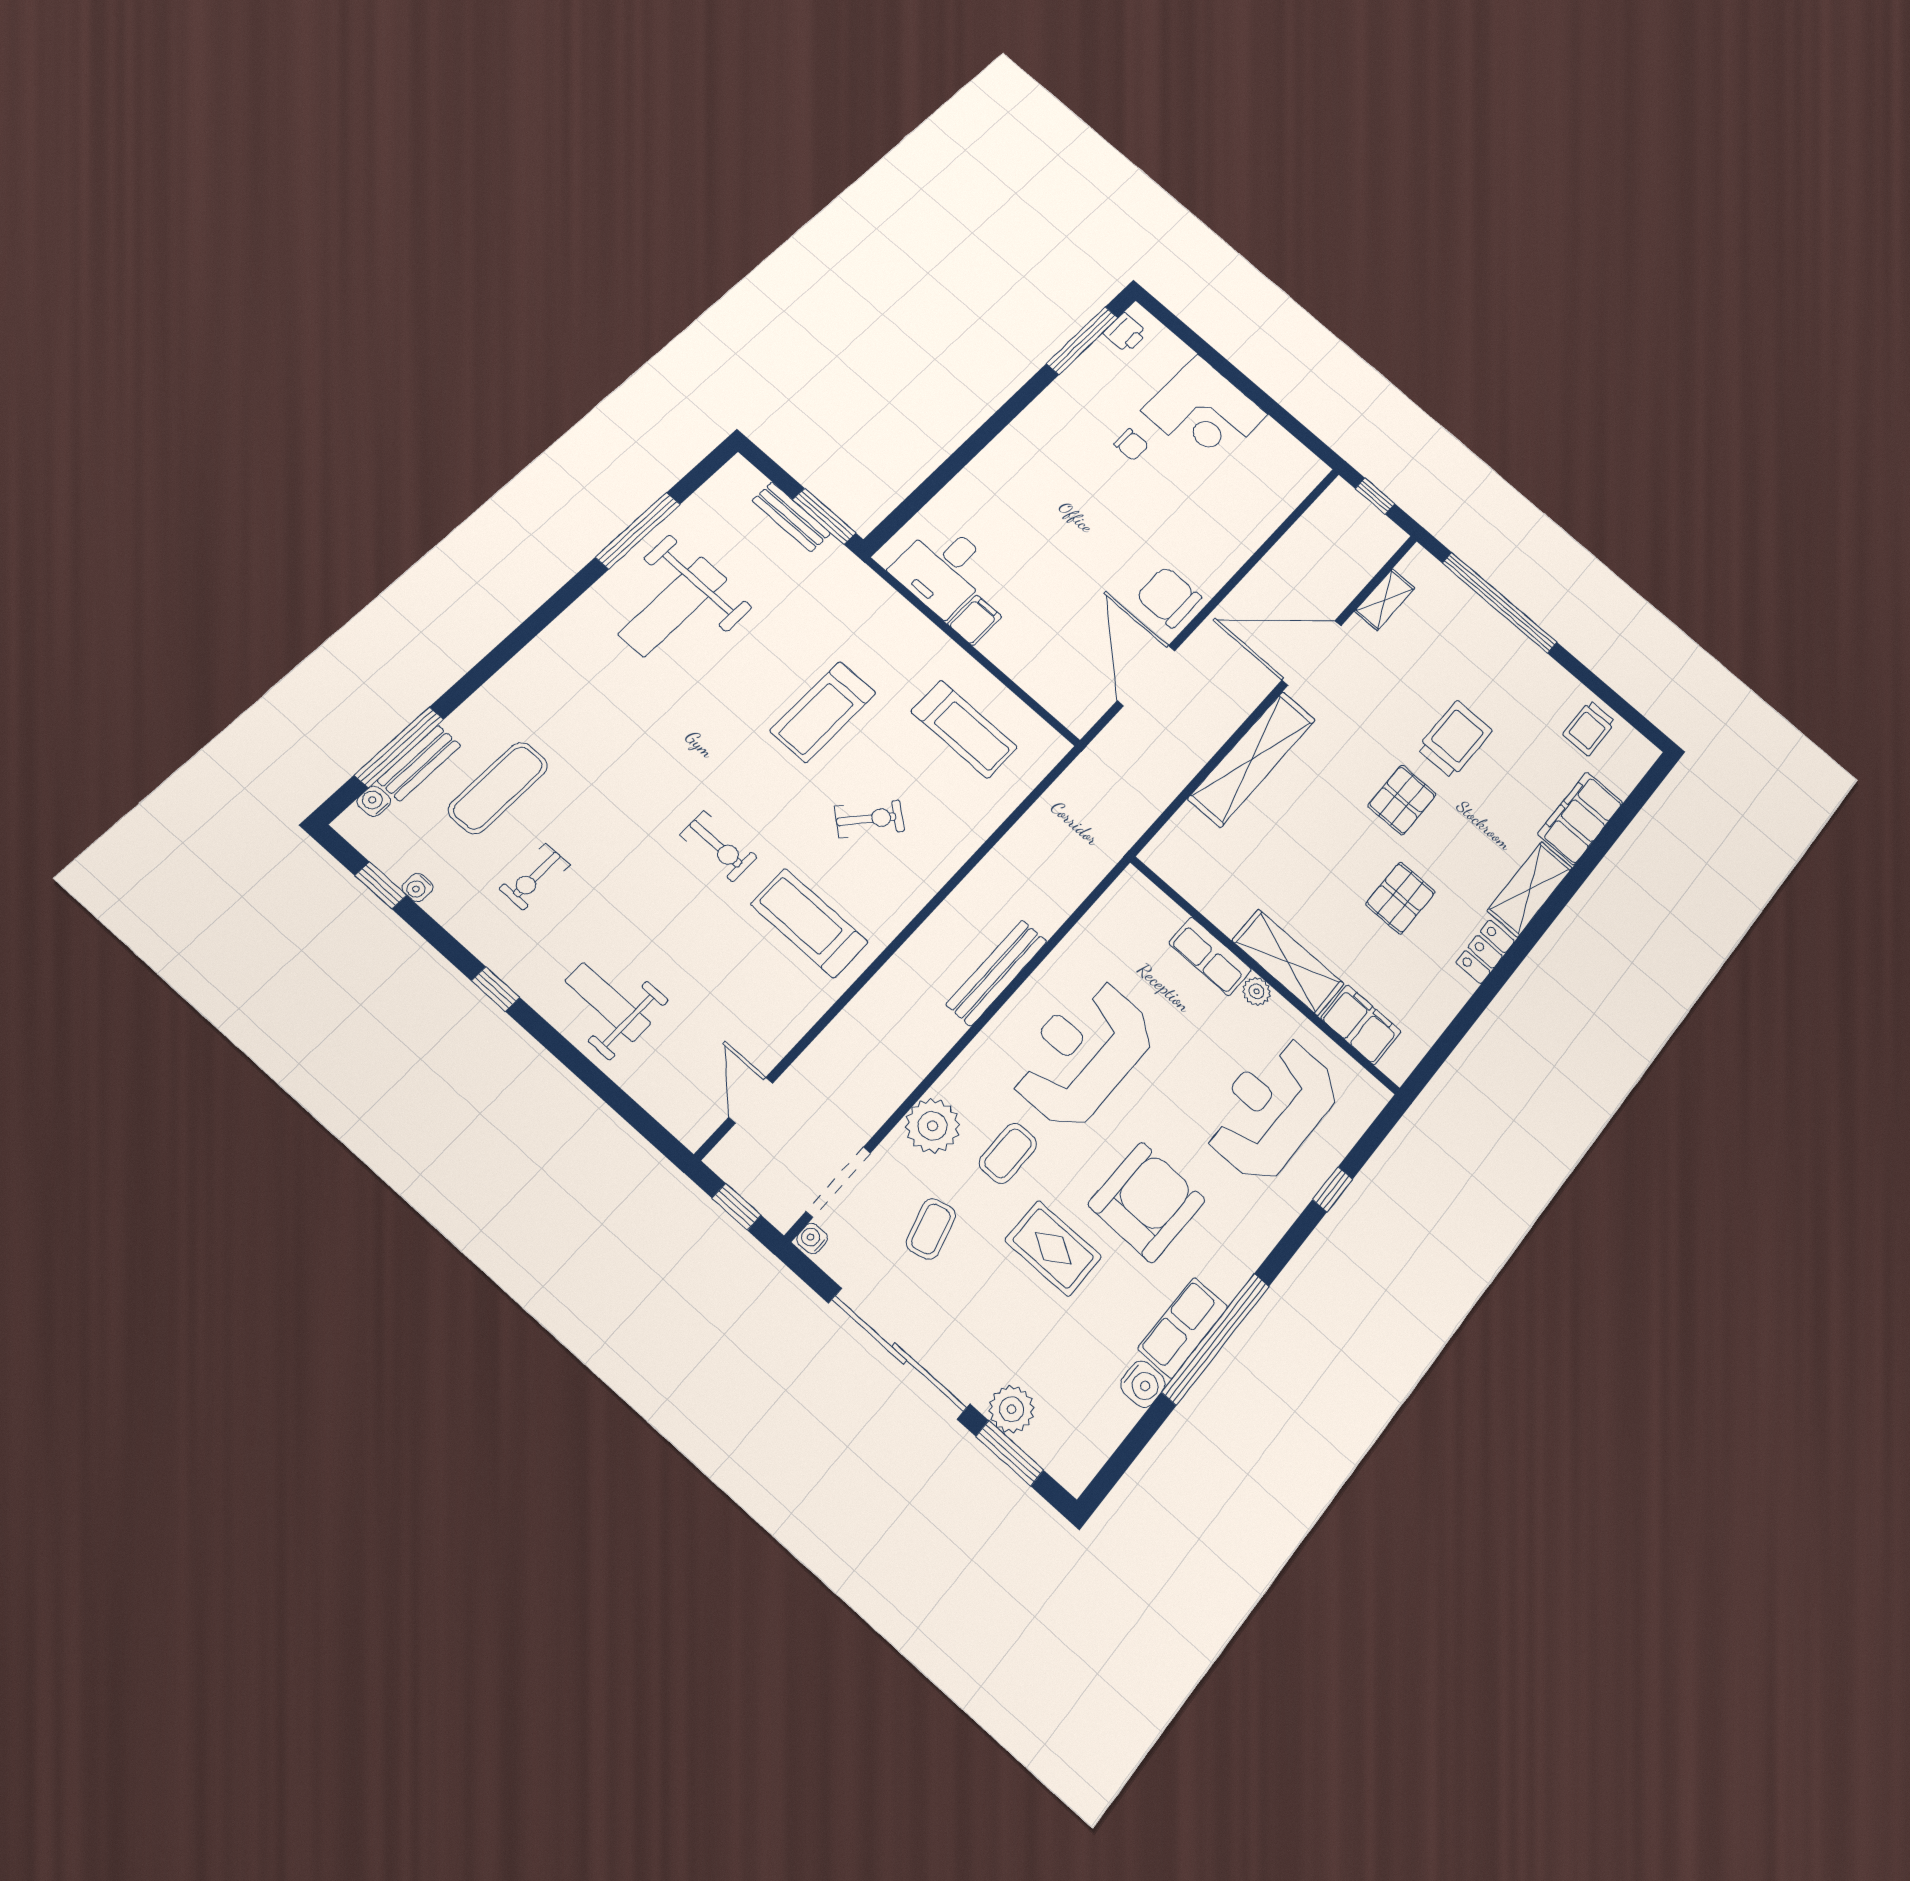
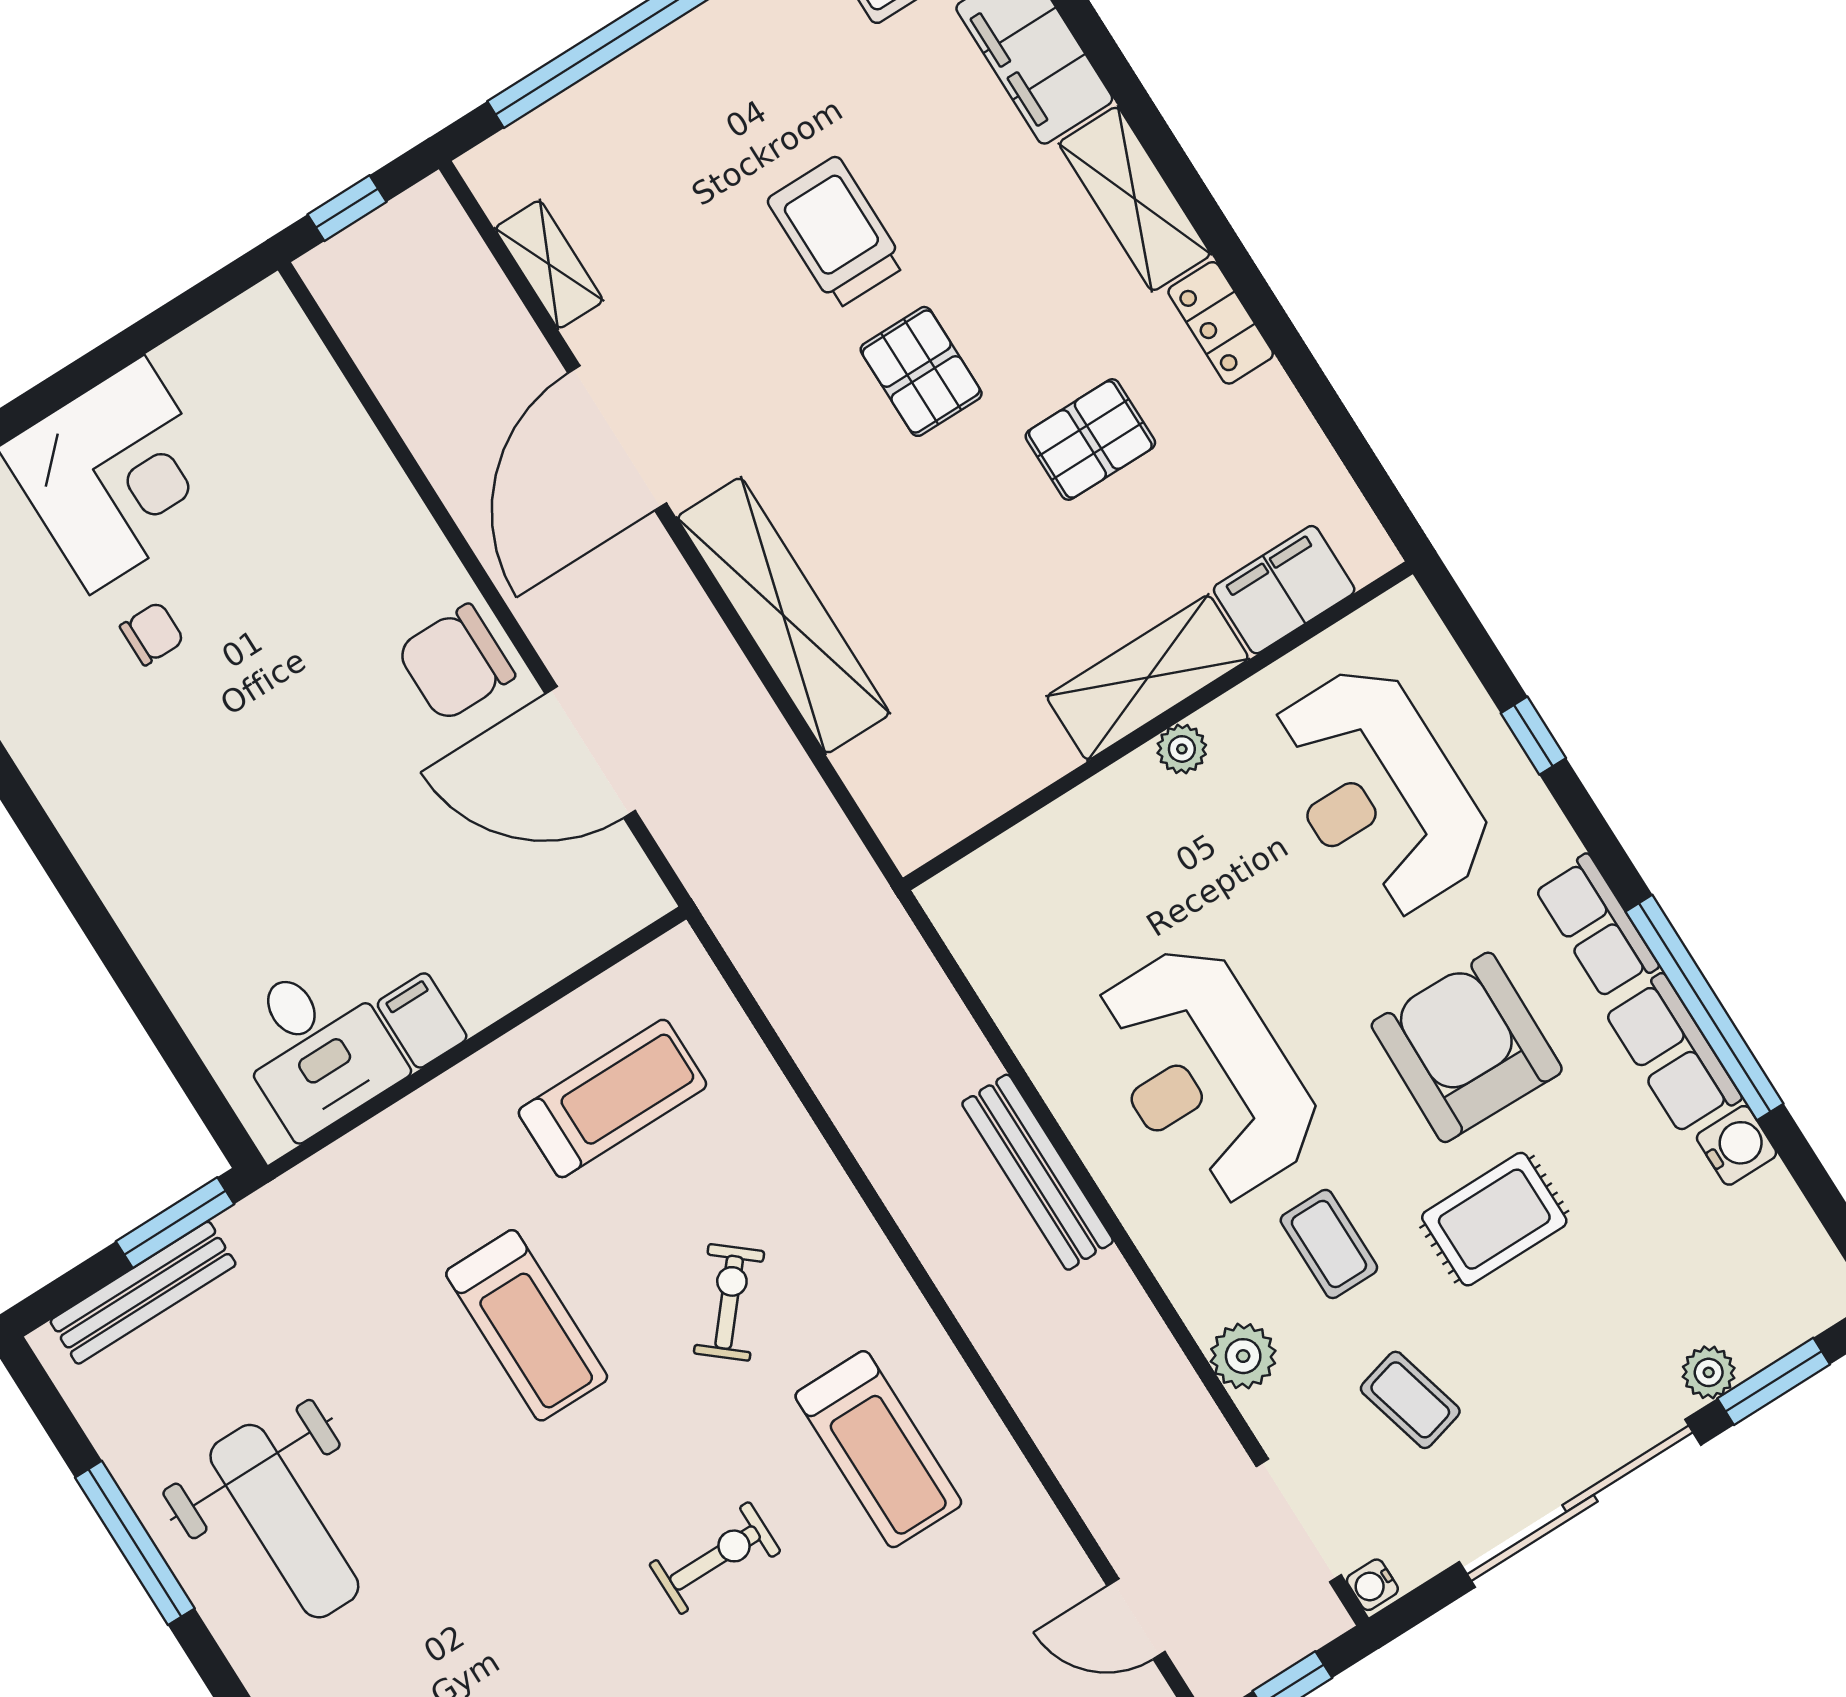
bench: (791, 517) -> (143, 1293), width x1.36
pallet: (1400, 898) -> (1090, 439), turned 90
treadmill: (809, 923) -> (878, 1449), turned -90
row of seats: (1210, 956) -> (1596, 927), moved, turned 90
plant: (932, 1126) -> (1243, 1356), width x0.73, depth x0.73
plant: (1012, 1409) -> (1709, 1372), width x0.73, depth x0.73

